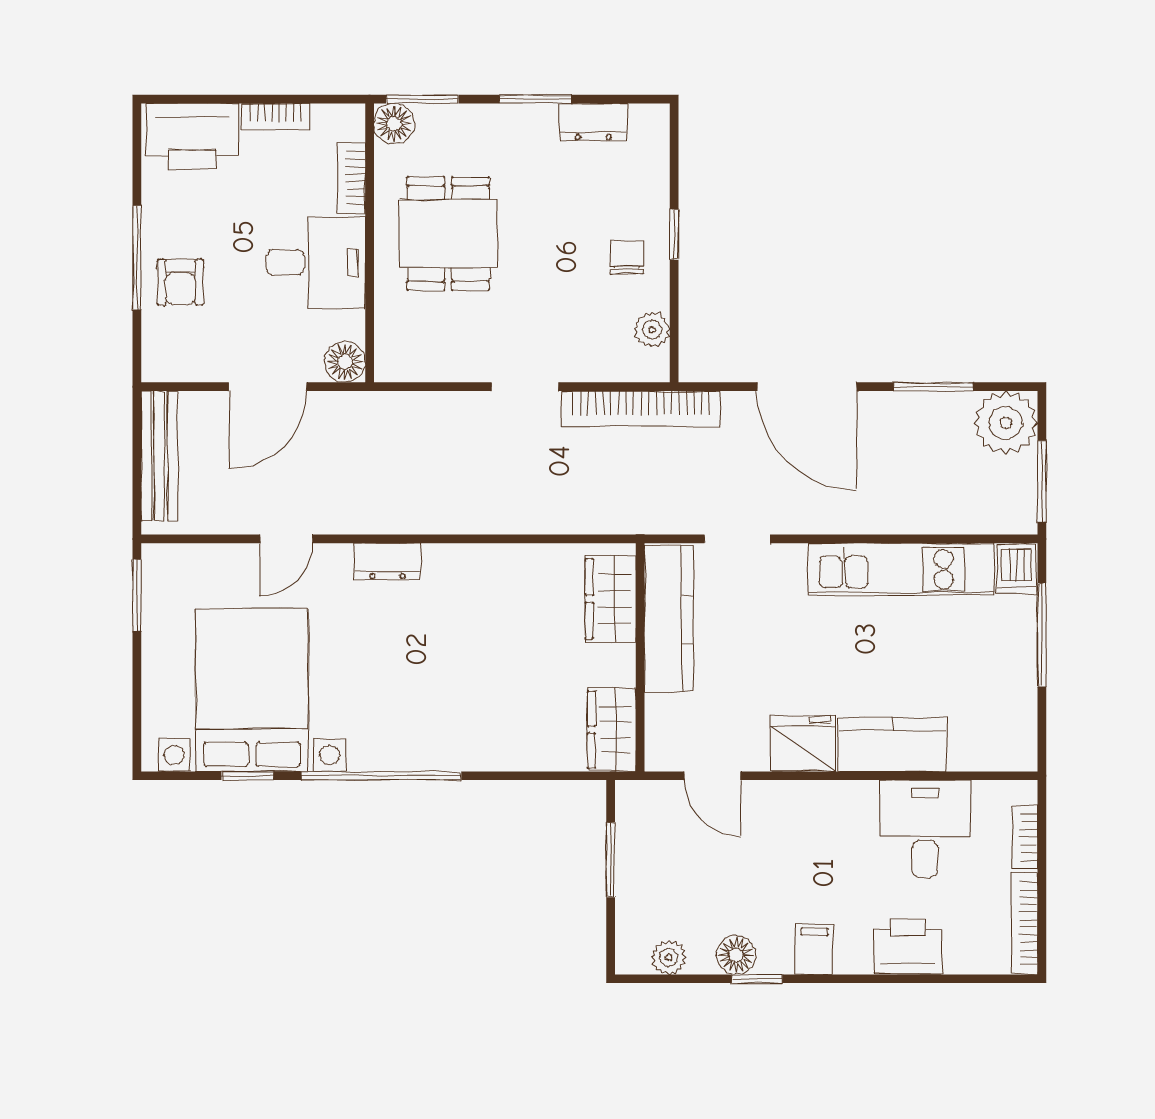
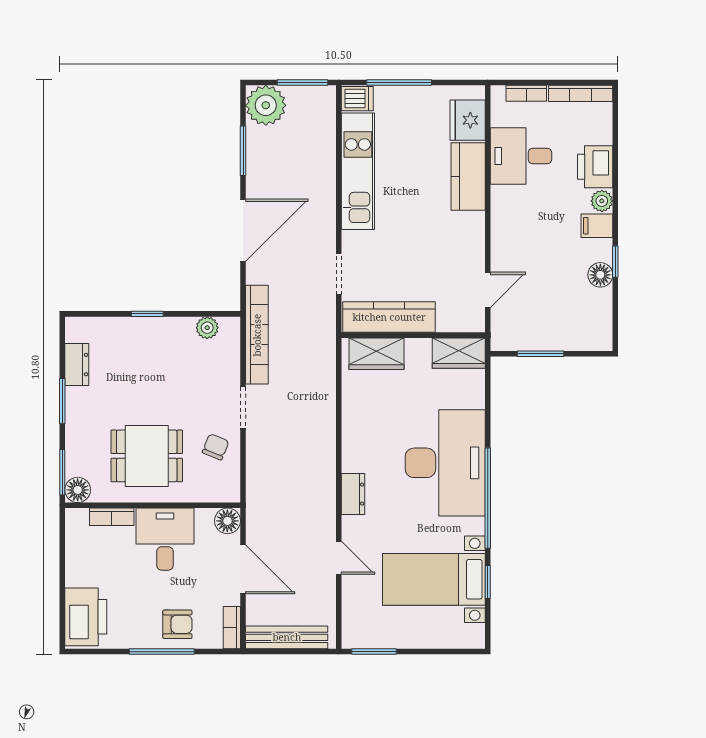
bookcase: (276, 117) -> (232, 628), moved, turned 180
chair: (627, 258) -> (216, 447), moved, turned 112
bed with nightstands: (252, 690) -> (434, 579), width x0.73
desk: (437, 708) -> (445, 463), added
fridge: (803, 744) -> (468, 120), moved
plant: (669, 957) -> (602, 201), moved

